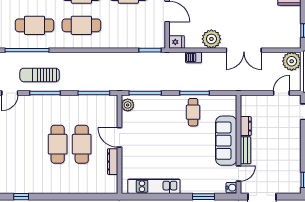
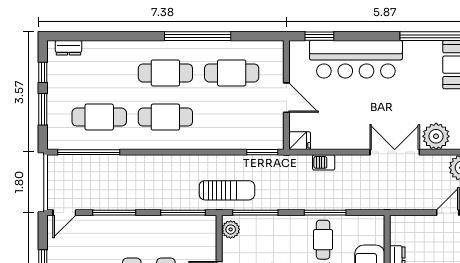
plant: (211, 39) -> (436, 136), moved
double door: (244, 50) -> (395, 152), swing flipped
sun lounger: (40, 75) -> (227, 190), moved, turned 180

